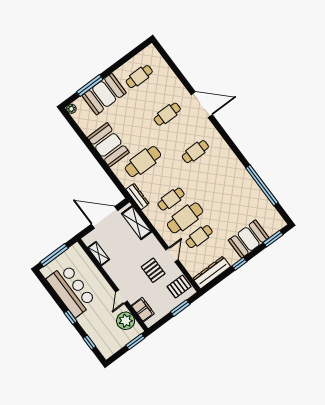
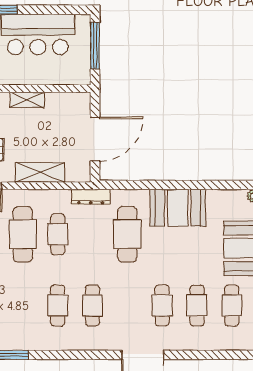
cafe table: (153, 95) -> (197, 305), added
cafe table: (209, 170) -> (58, 305), added
shelving: (137, 223) -> (40, 172), moved
shelving: (99, 254) -> (27, 100), moved

